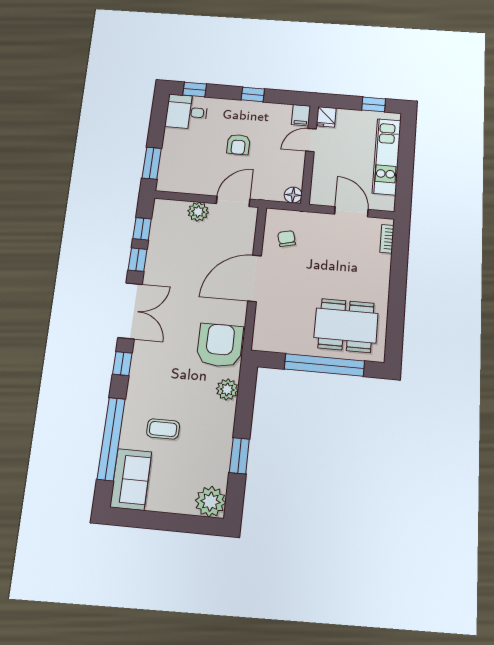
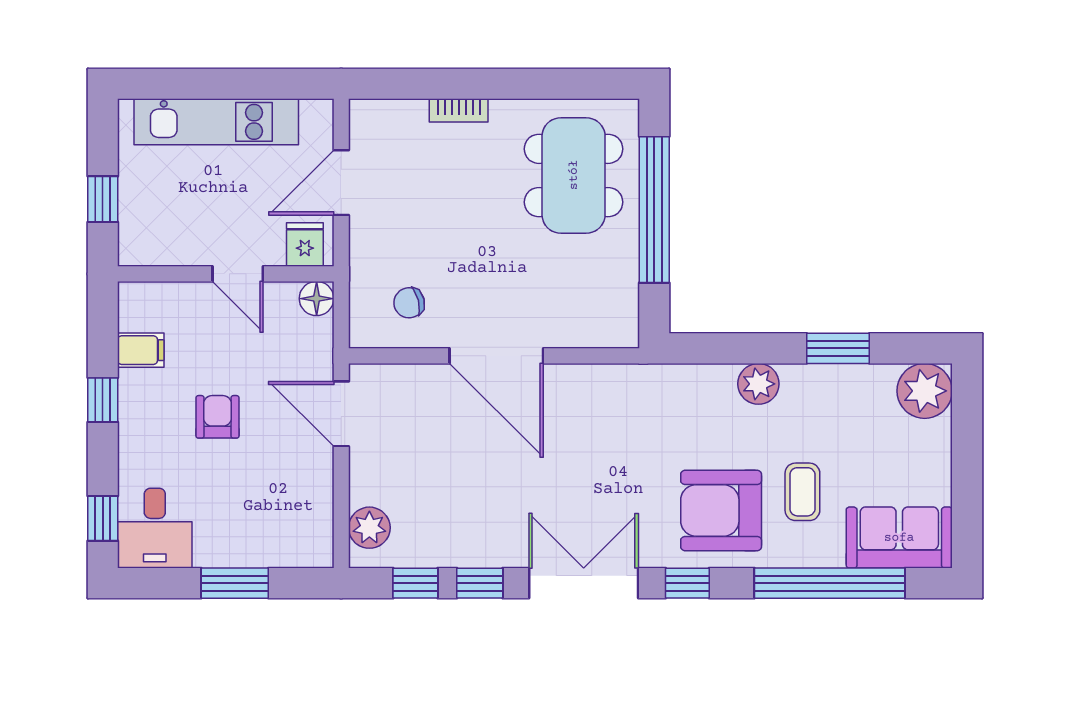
window: (374, 104) -> (103, 199), moved
filing cabinet: (301, 115) -> (141, 350), moved
fridge: (326, 117) -> (305, 245), moved, turned -90
door: (311, 140) -> (238, 274), moved
armchair: (238, 145) -> (217, 417), turned -90
window: (152, 163) -> (235, 583), moved
plant: (198, 212) -> (369, 528), moved
bookcase: (387, 239) -> (459, 110), moved
armchair: (220, 345) -> (721, 510), moved
plant: (227, 389) -> (758, 384), moved

